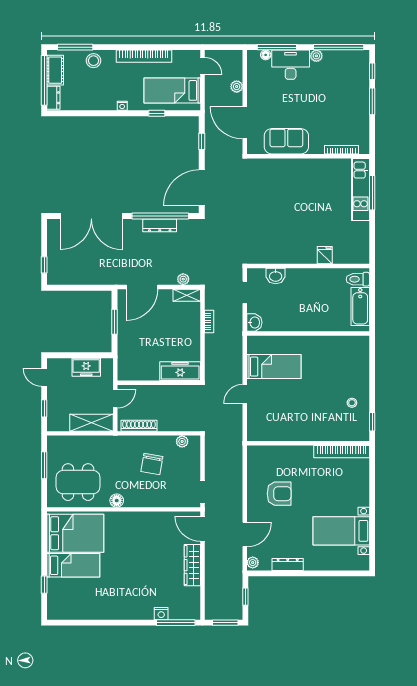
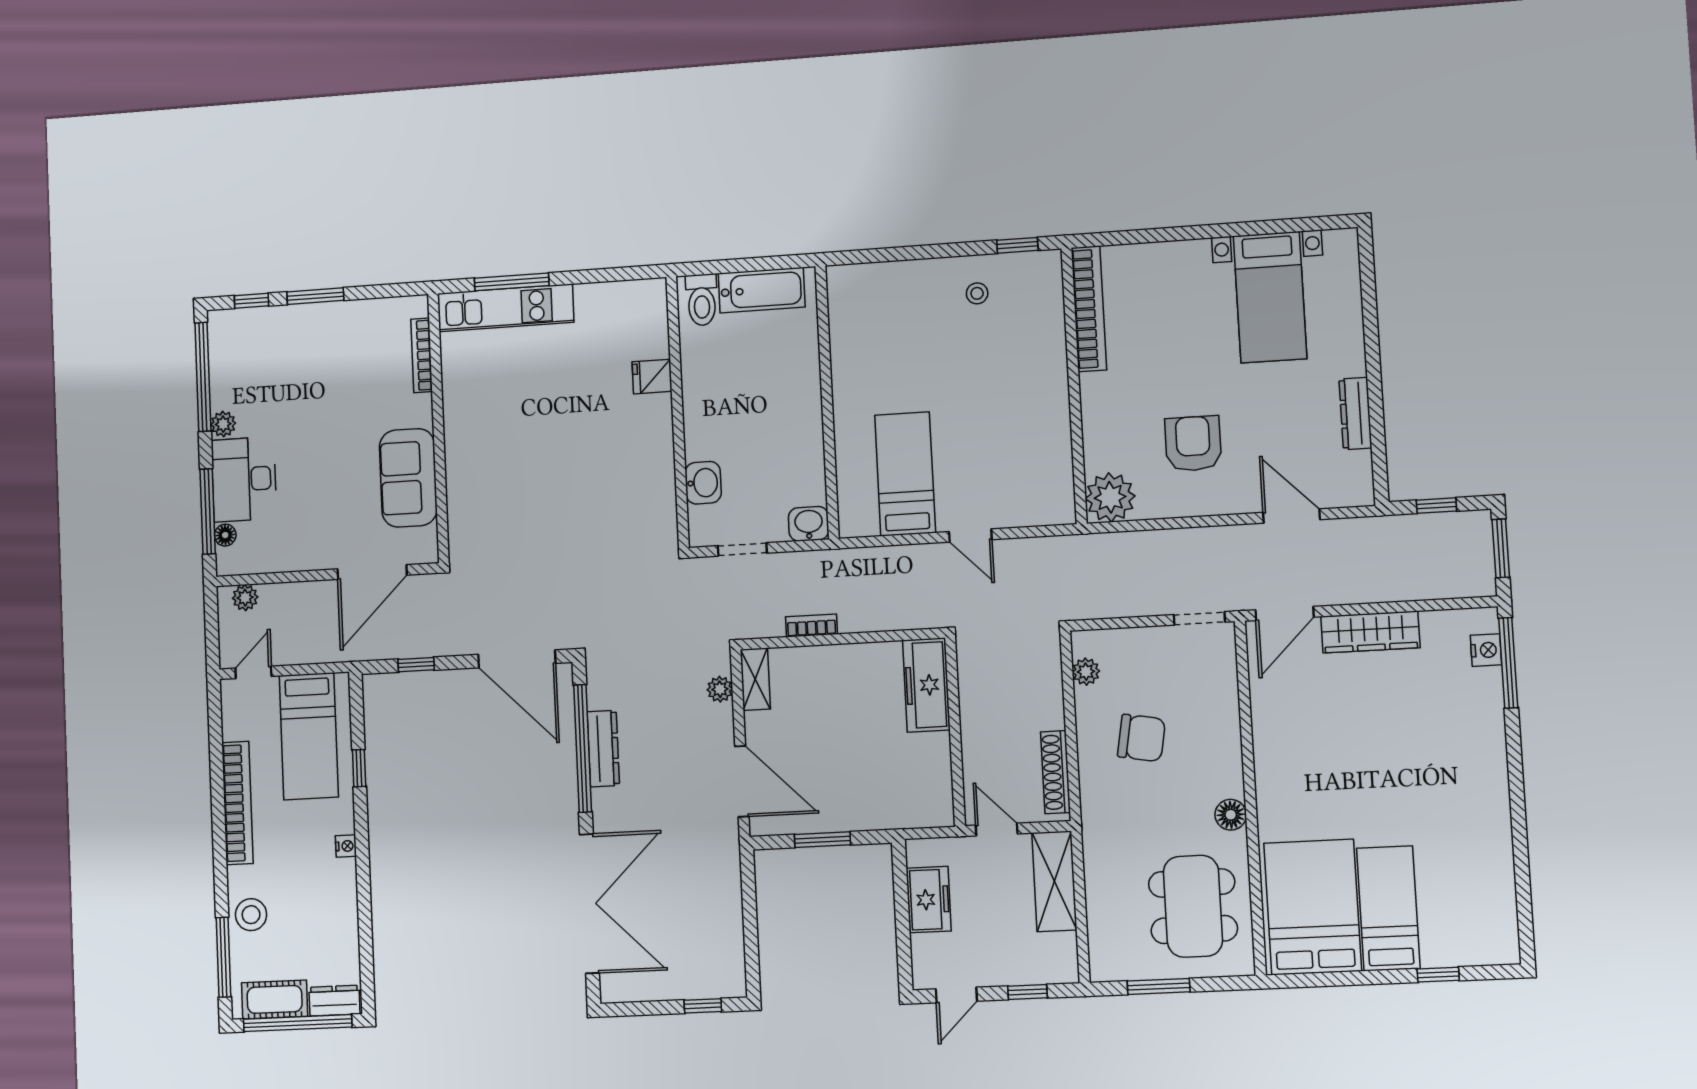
plant: (237, 87) -> (245, 598), moved
plant: (253, 563) -> (1110, 497), moved, width x1.88, depth x1.88
nightstand: (161, 614) -> (1486, 650), moved

